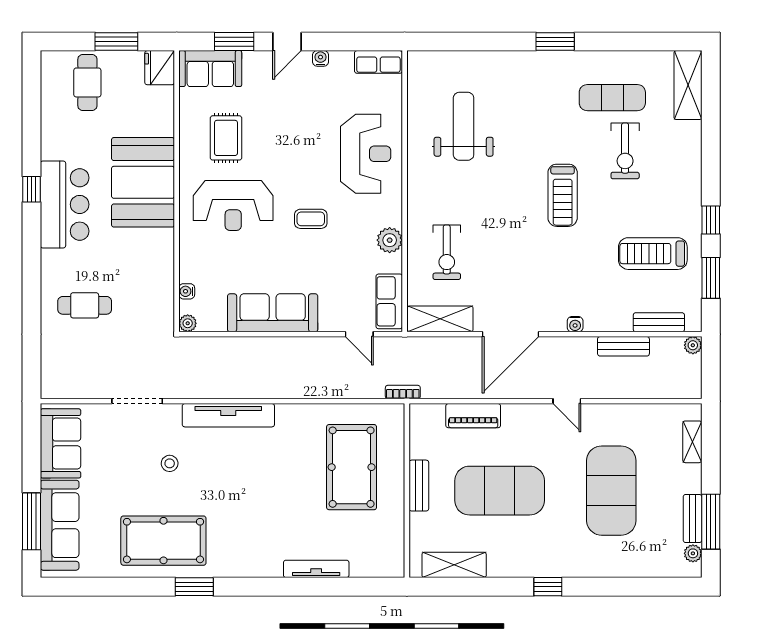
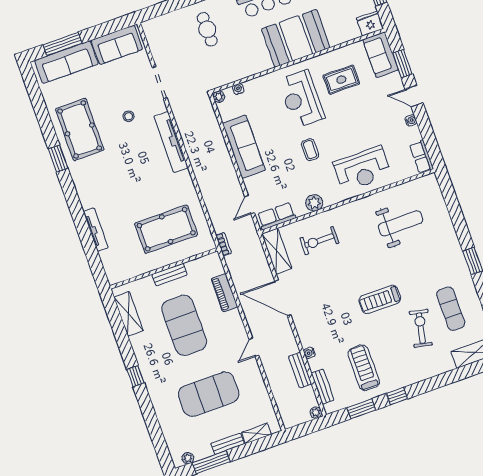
exercise bike: (625, 151) -> (421, 328), turned 102
water cooler: (575, 324) -> (309, 353), moved
bench: (693, 519) -> (228, 444), moved

